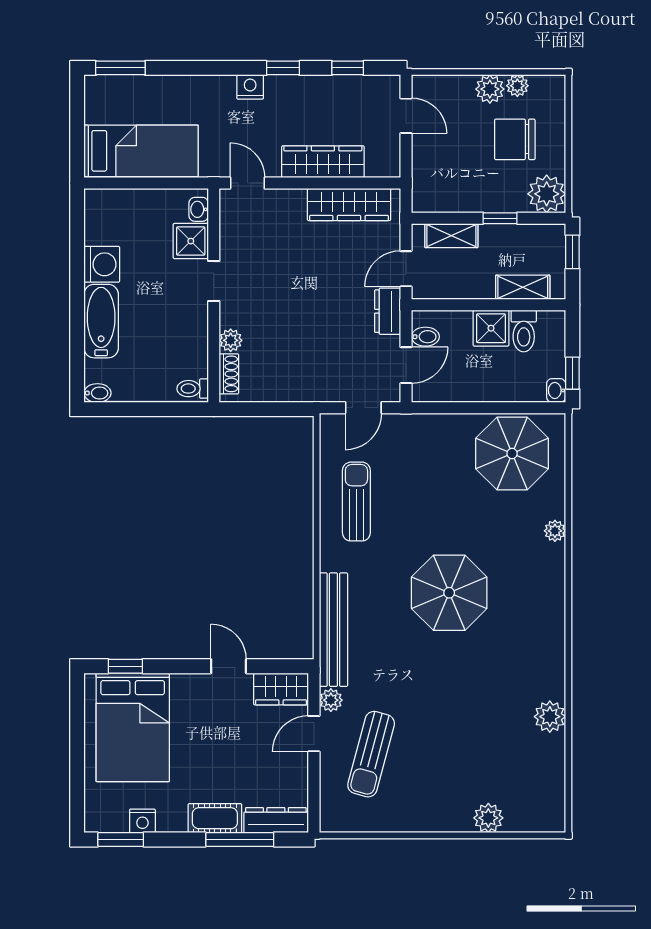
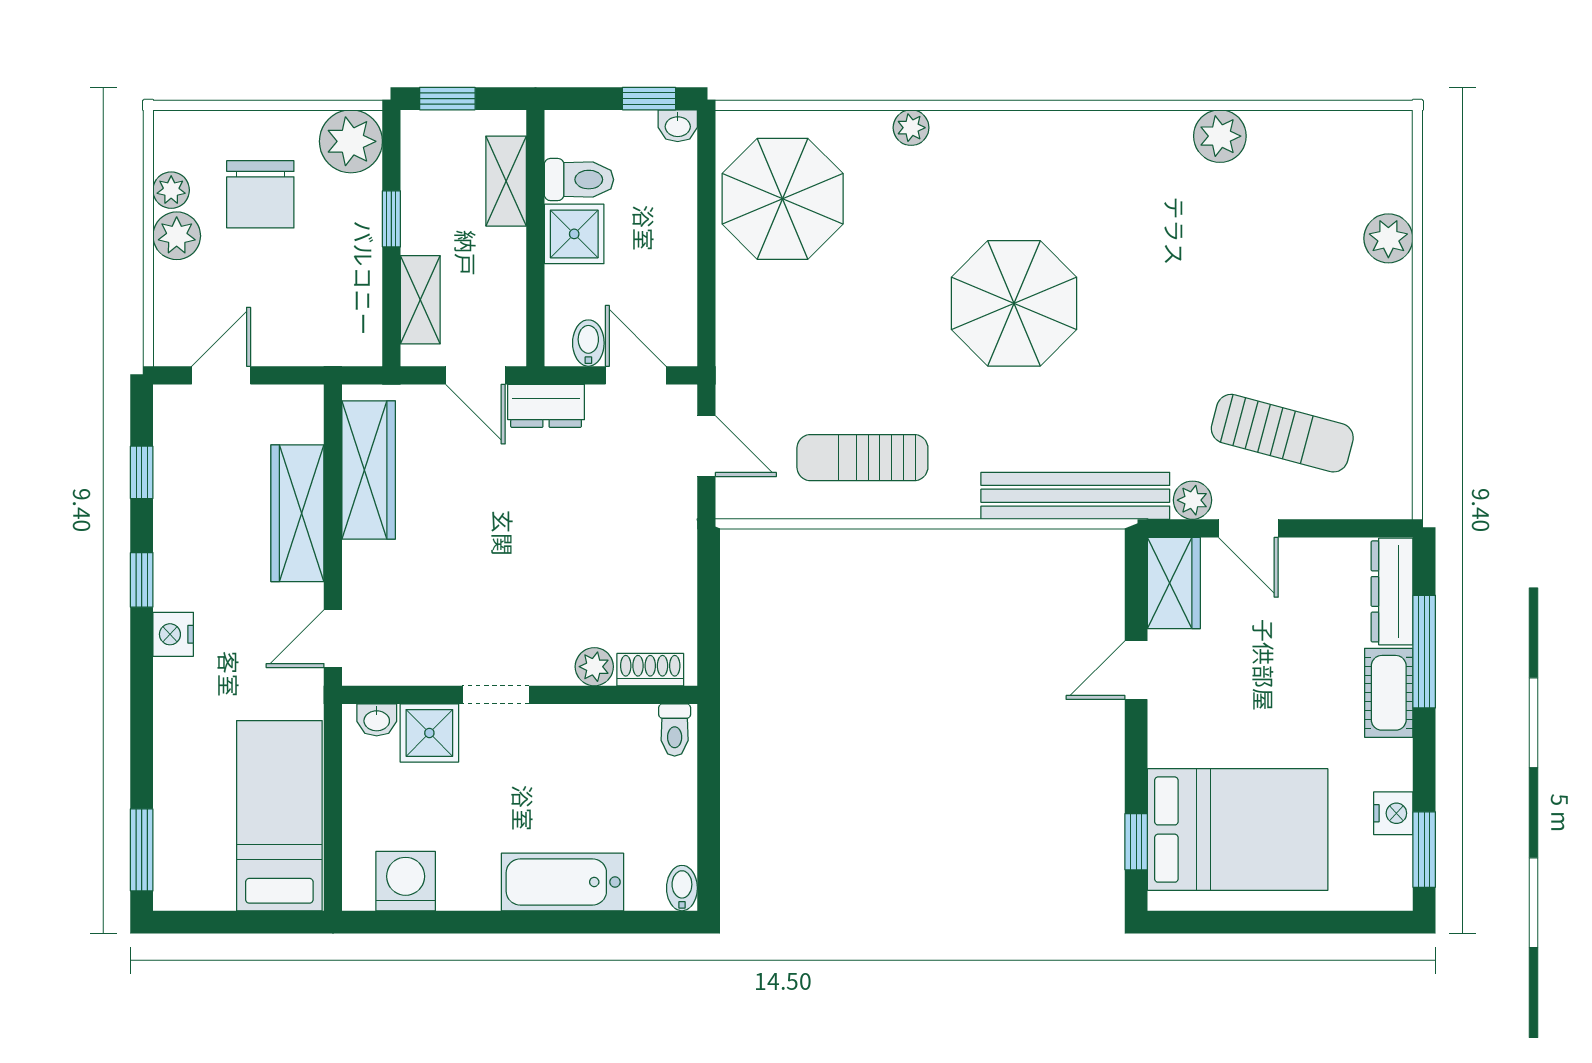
washing machine: (102, 264) -> (406, 881), moved

